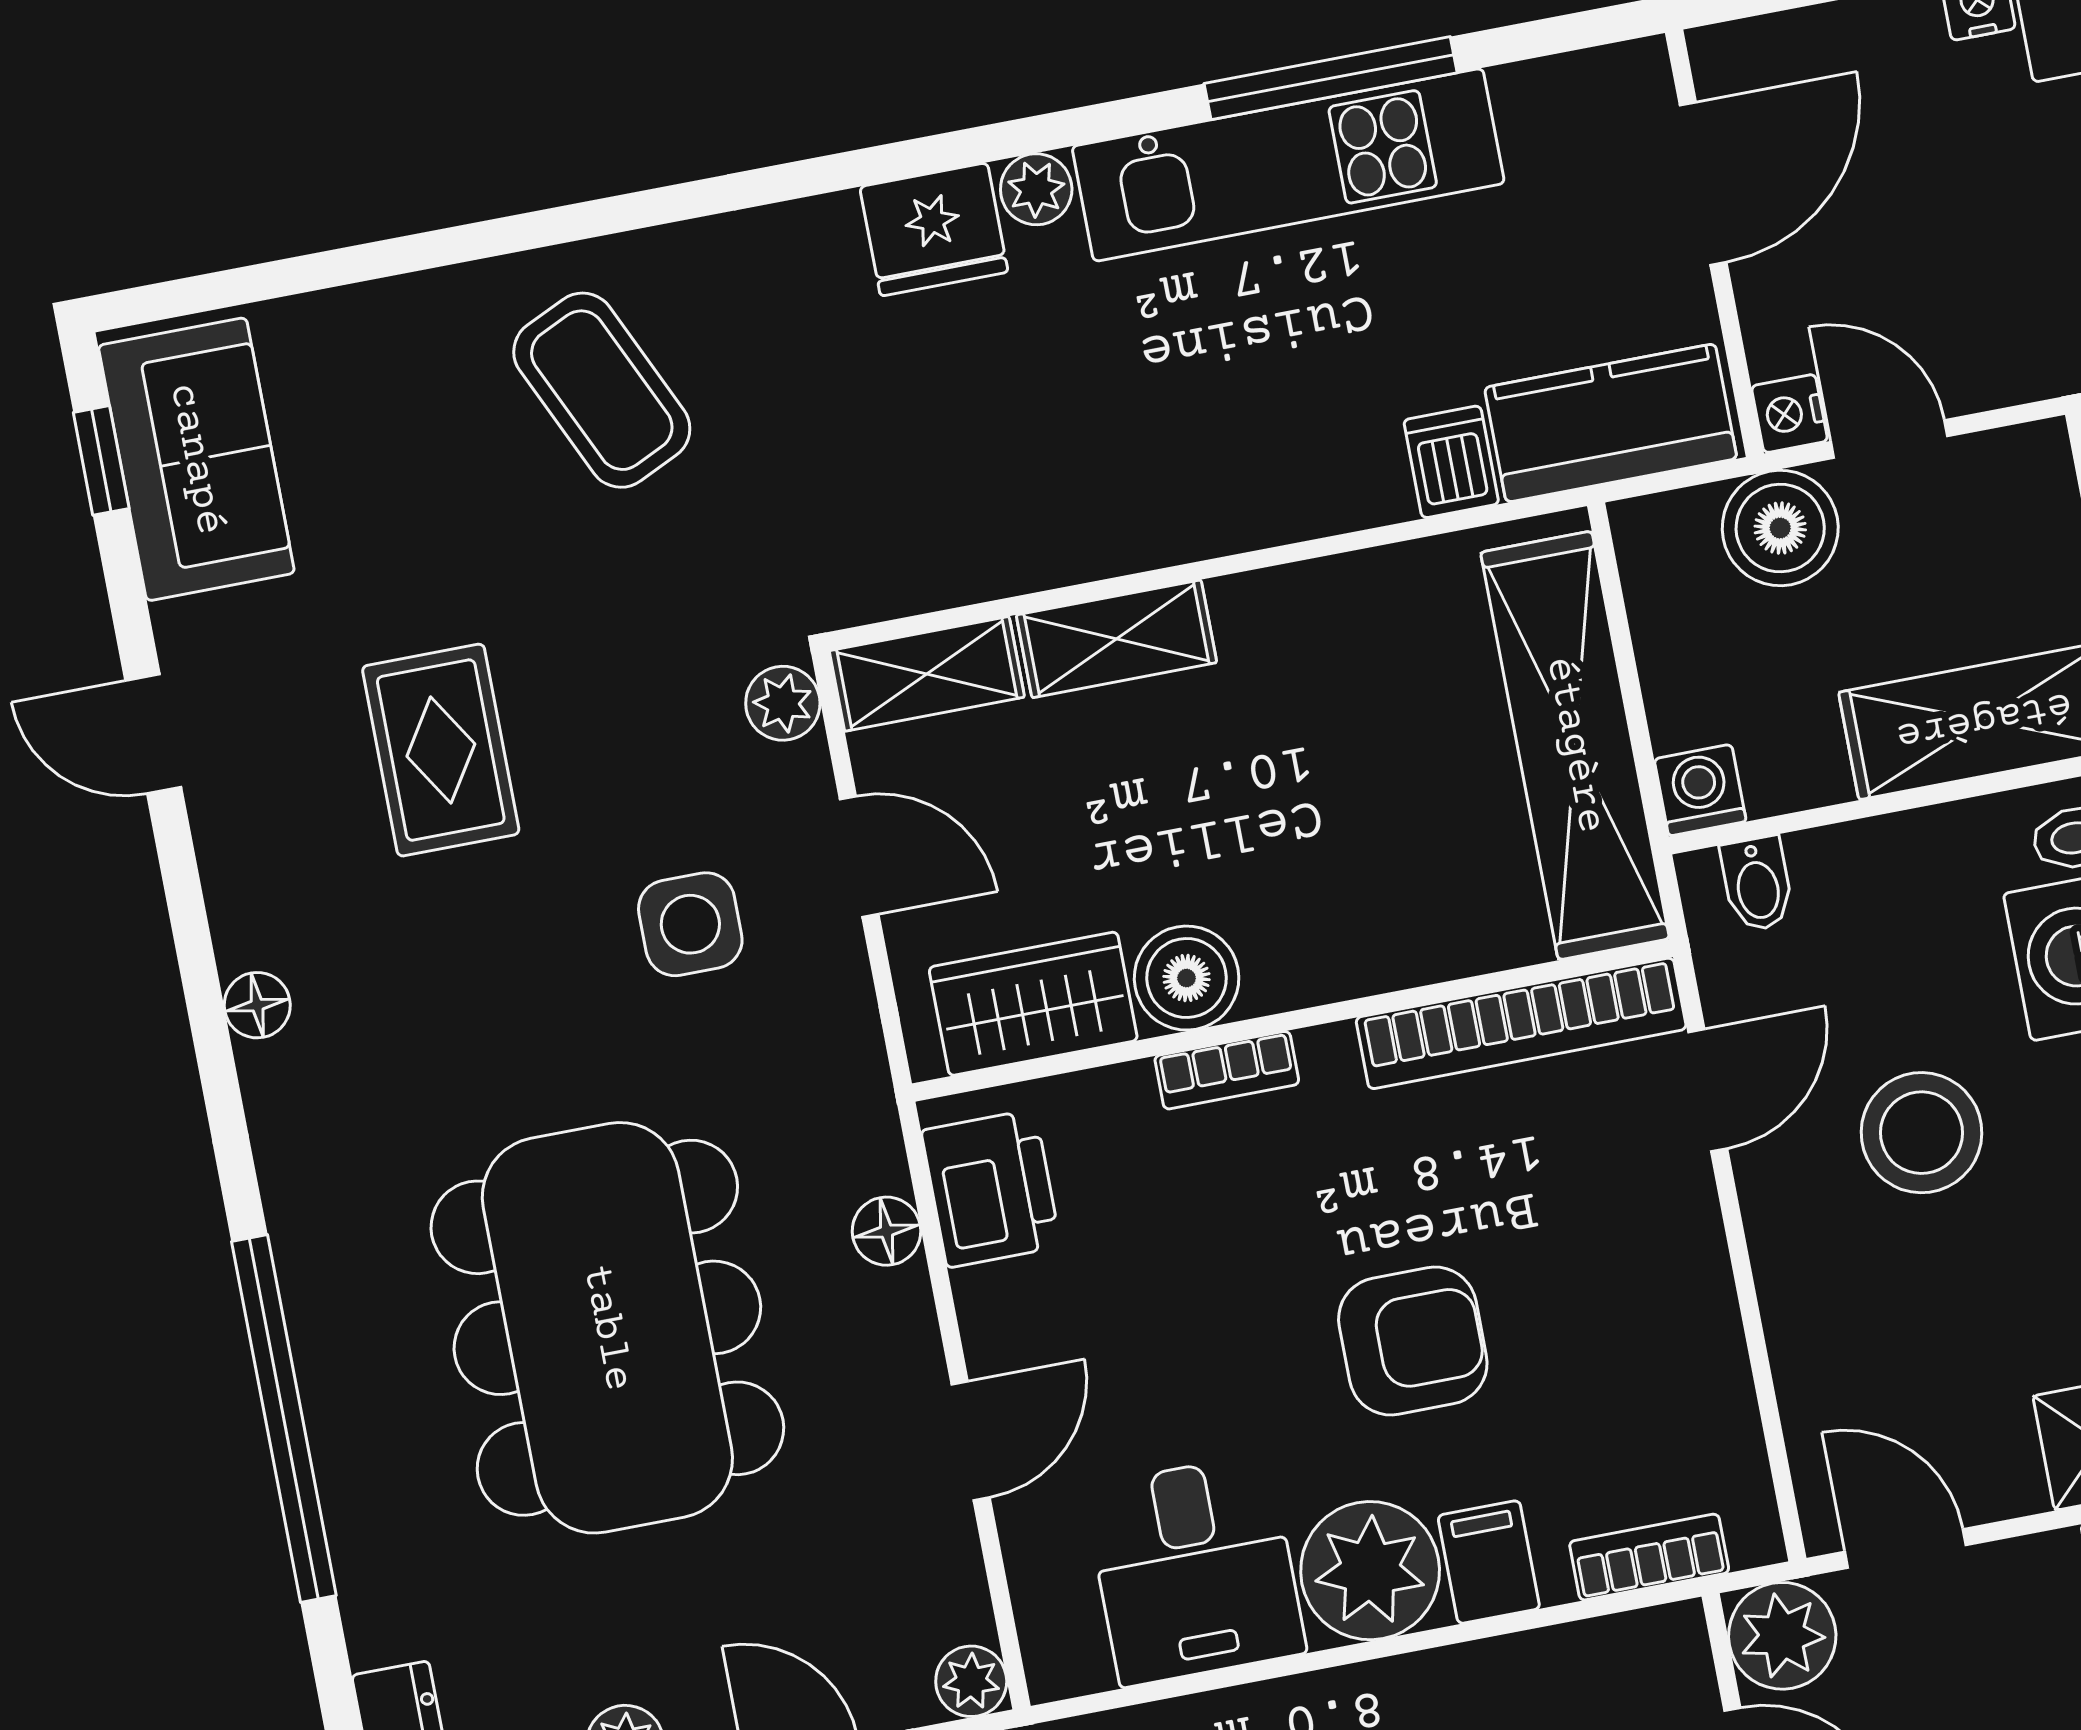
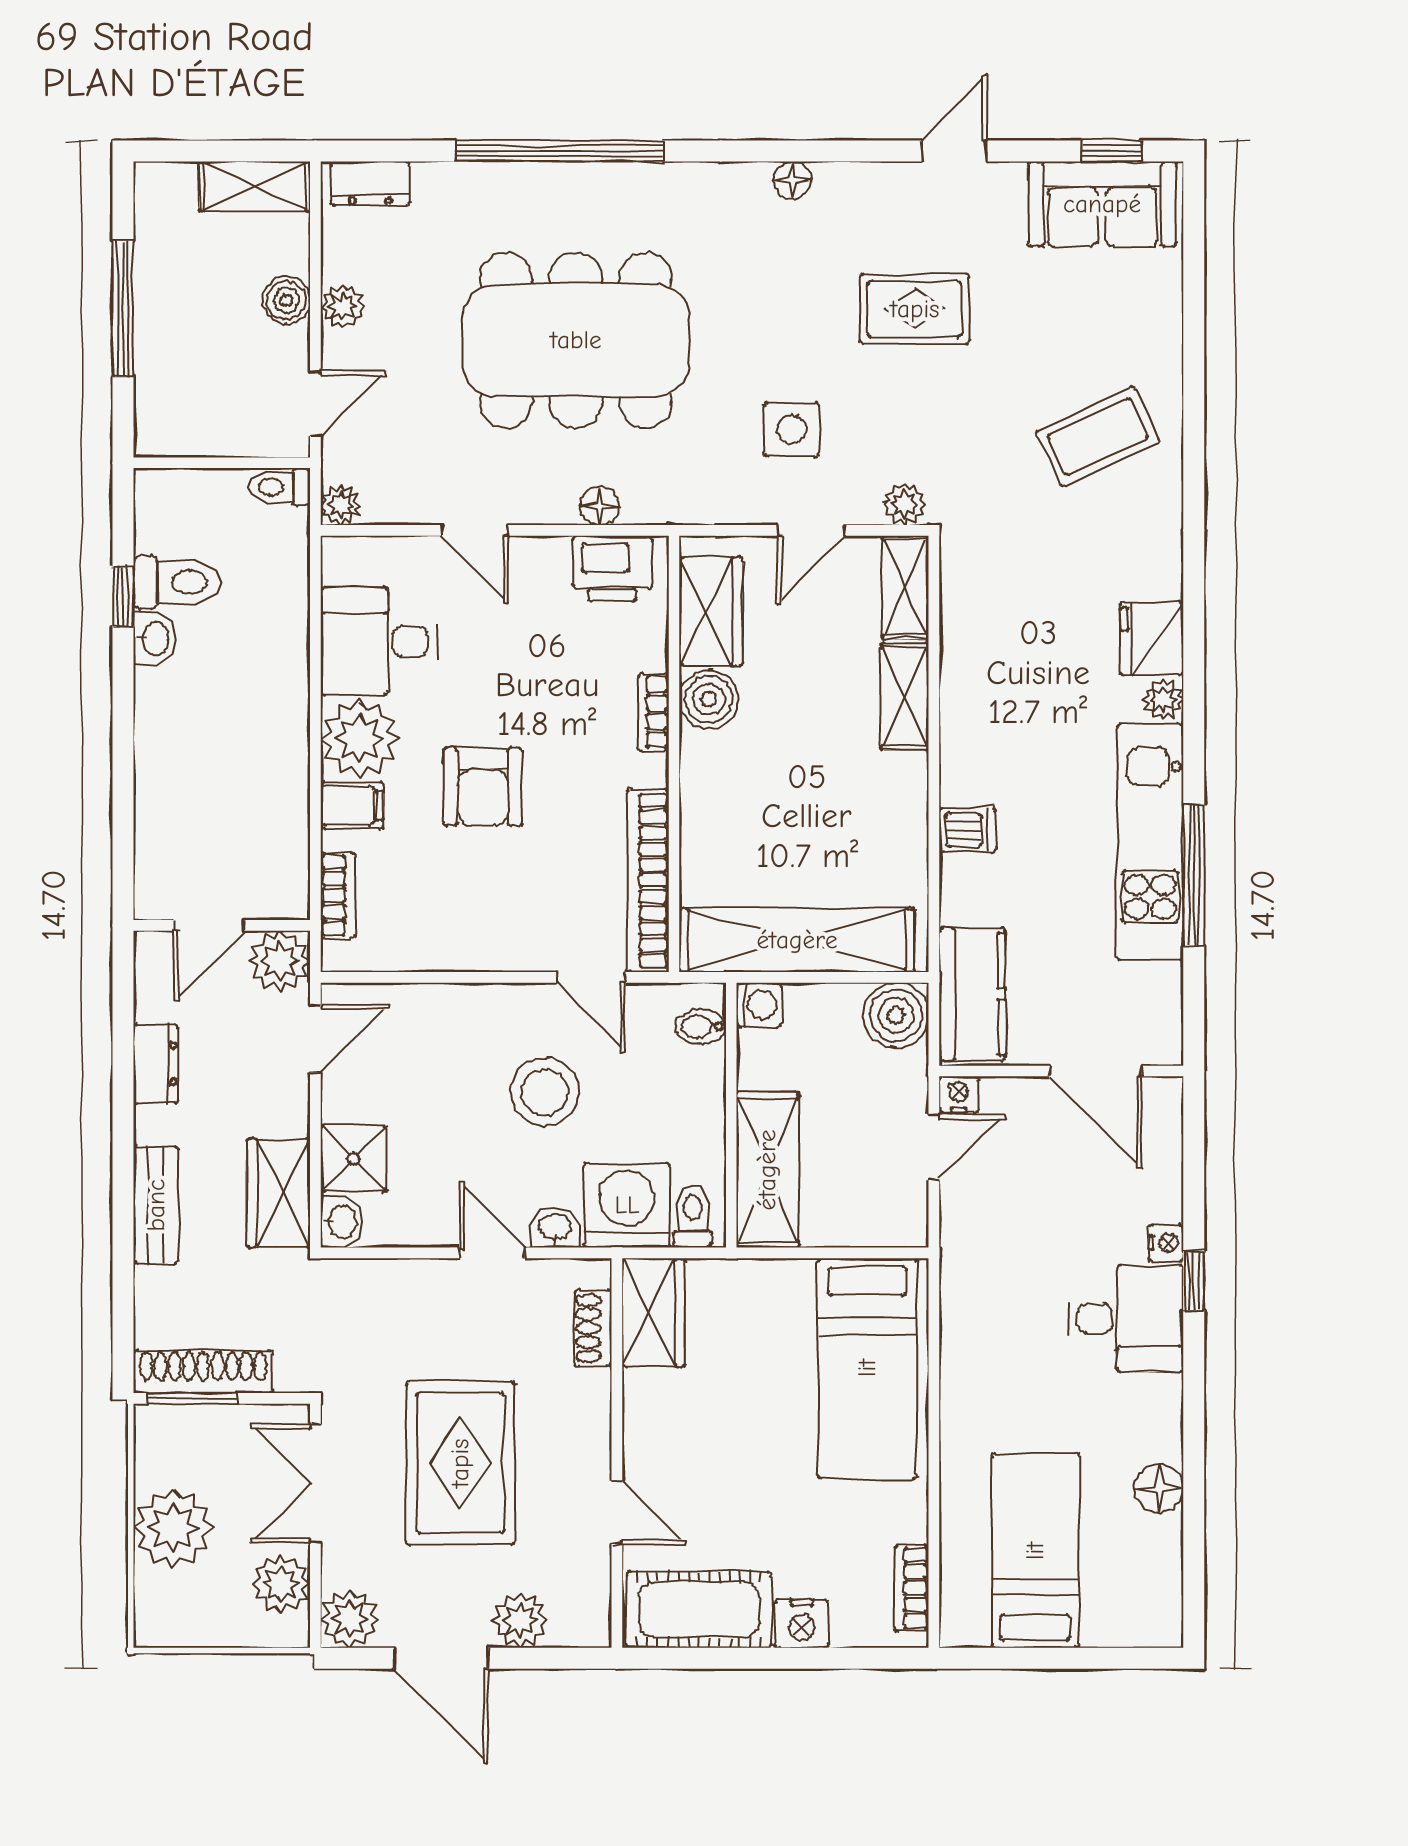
dishwasher: (1451, 462) -> (968, 830), moved
boiler: (1780, 528) -> (896, 1015), moved

